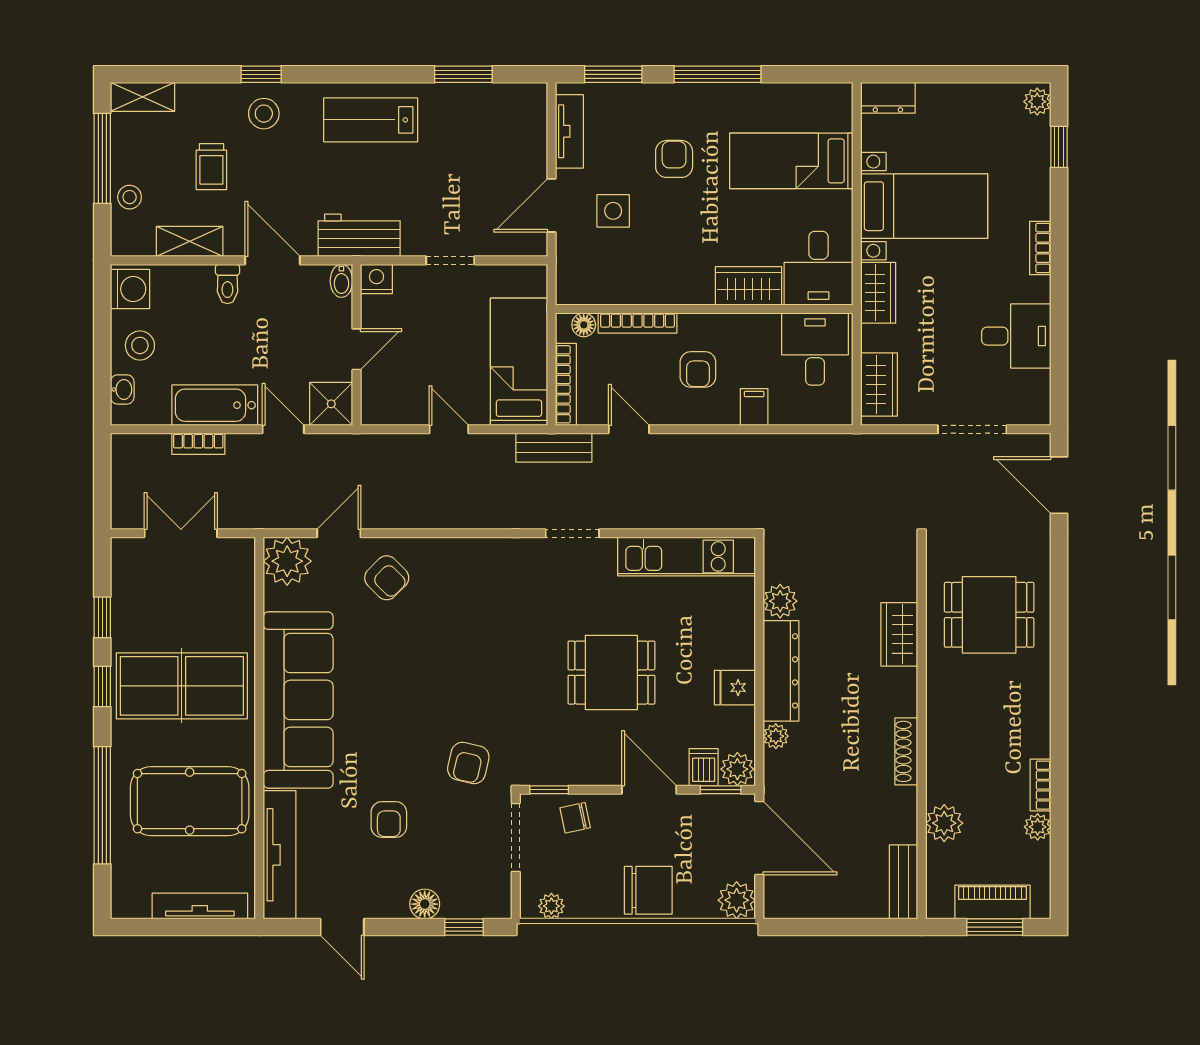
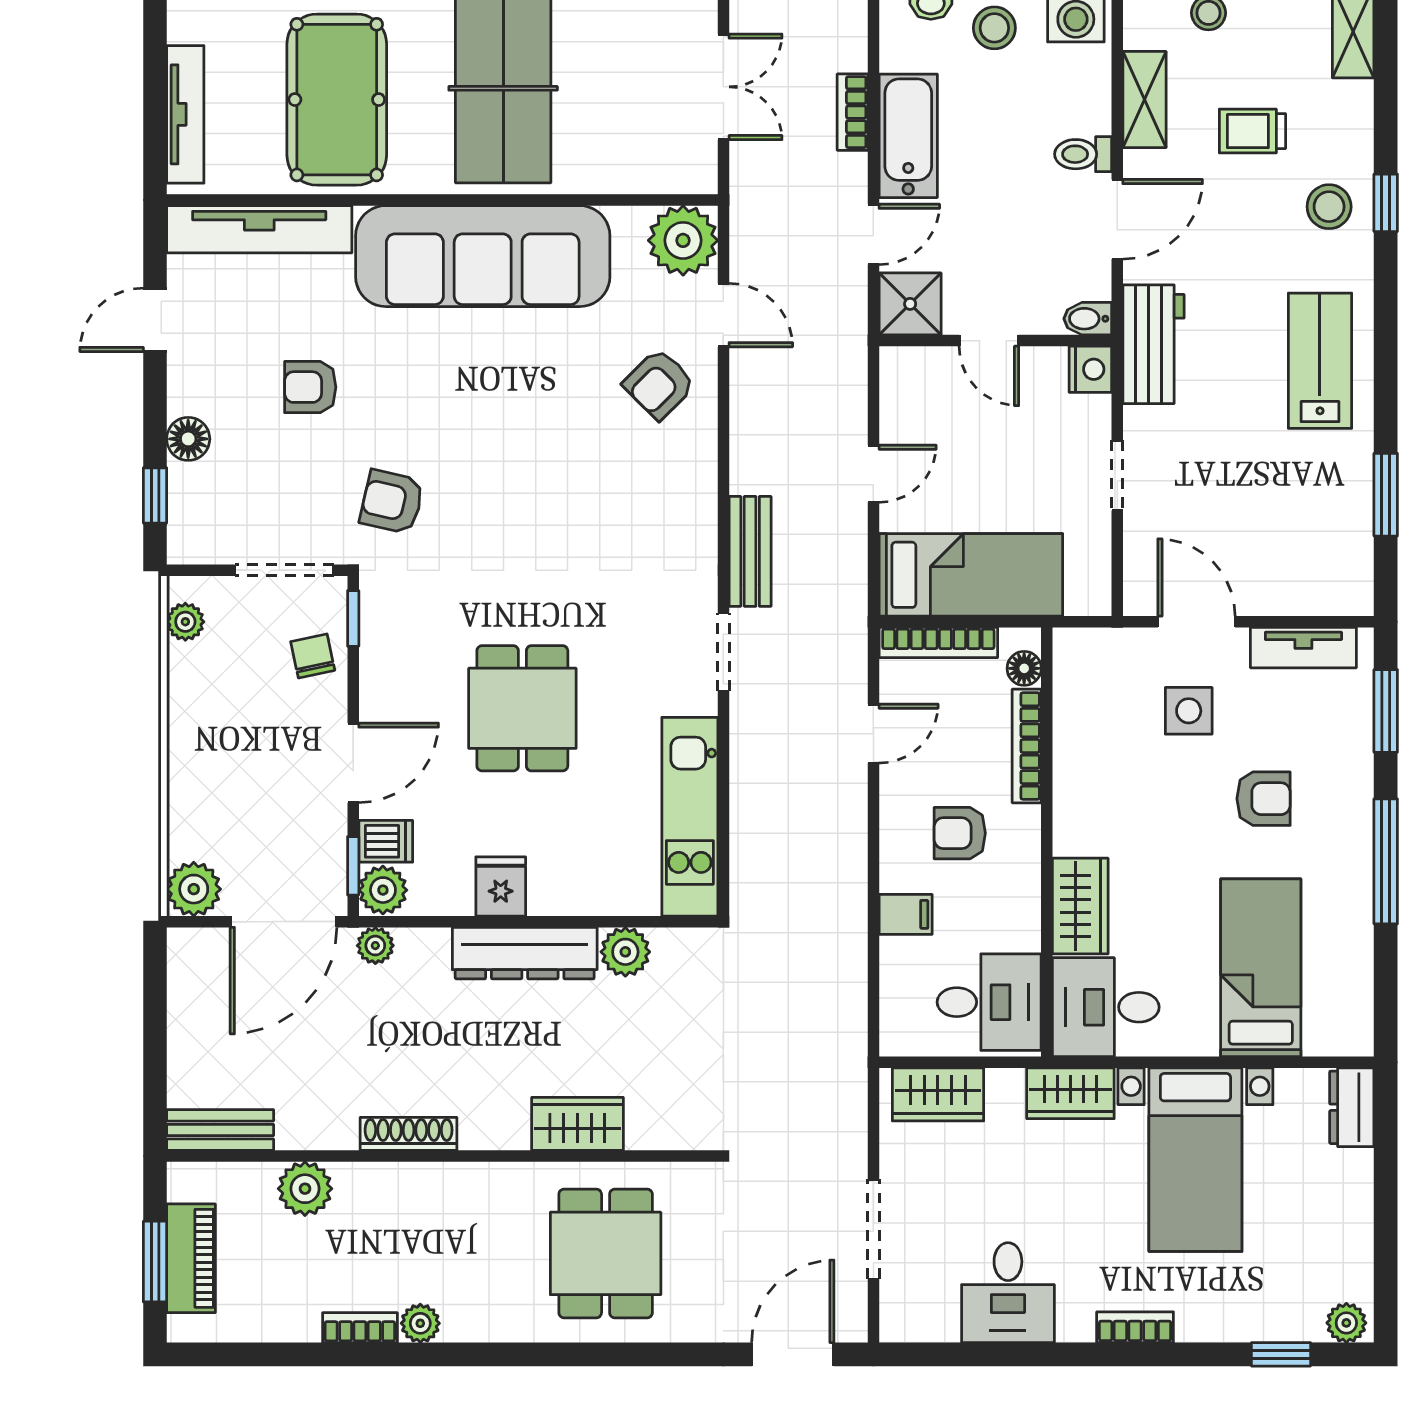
bench: (554, 448) -> (750, 551), moved
plant: (776, 736) -> (375, 946), moved
plant: (1038, 827) -> (420, 1323), moved
chair: (648, 890) -> (208, 761), removed

